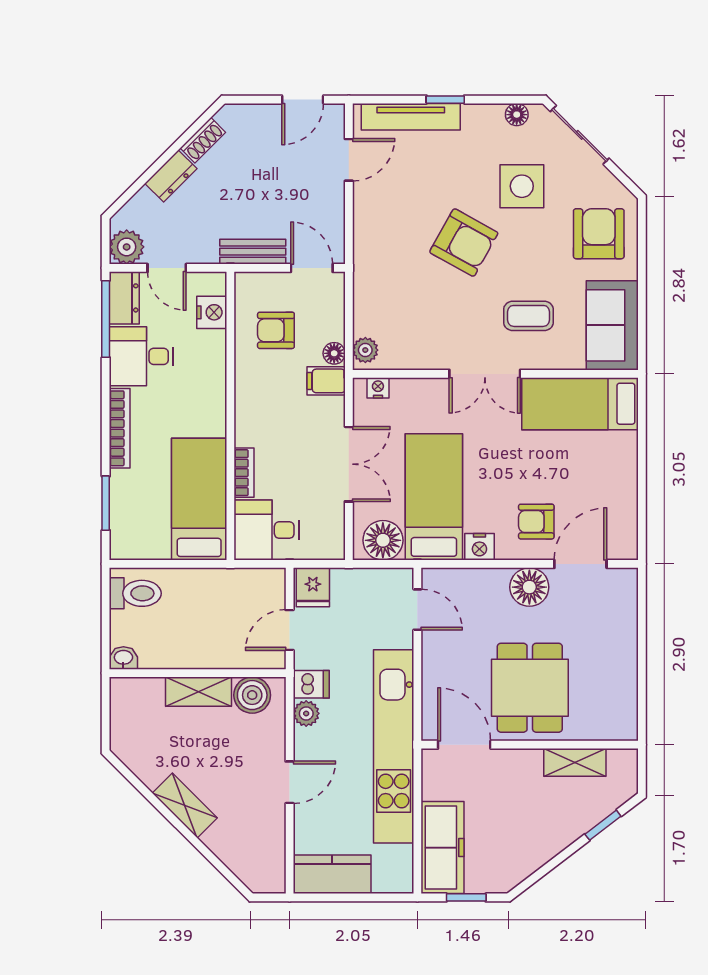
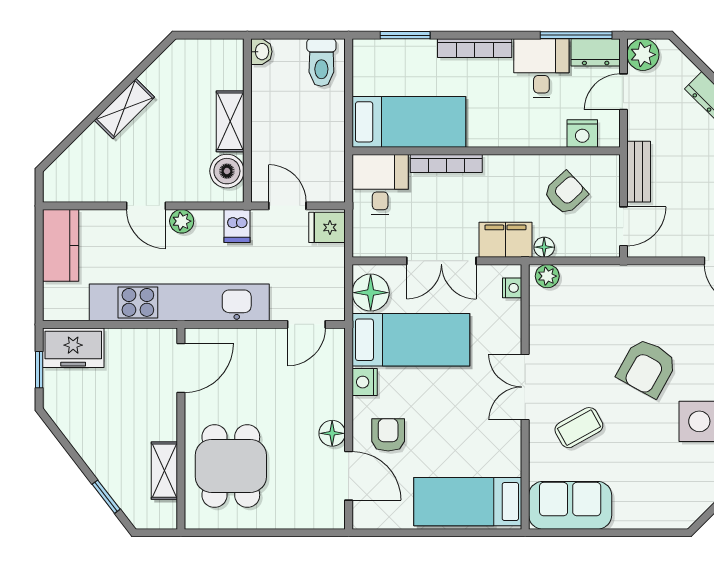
armchair: (599, 234) -> (655, 493), removed
coffee table: (528, 316) -> (579, 428), turned 61
armchair: (276, 330) -> (566, 193), turned 47
filing cabinet: (326, 381) -> (505, 240), width x2.00
bed: (580, 404) -> (468, 502), moved, turned -90
bookcase: (244, 473) -> (446, 164), width x1.56
floor lamp: (529, 587) -> (332, 433), width x0.73, depth x0.73
dining table: (530, 688) -> (231, 466), moved, turned 90
plant: (306, 713) -> (182, 221), moved
freezer: (443, 848) -> (73, 348), width x0.71

